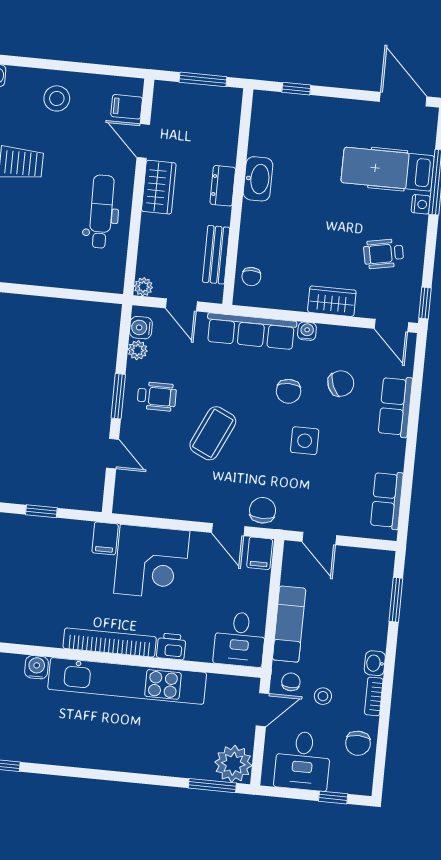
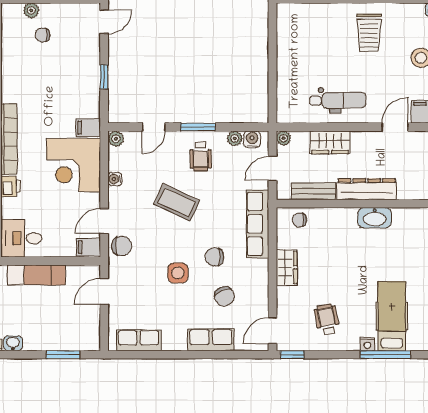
dresser: (223, 186) -> (367, 189), width x1.96, depth x1.24
wardrobe: (159, 187) -> (330, 142), moved
wardrobe: (332, 301) -> (287, 267), moved
water cooler: (307, 331) -> (115, 179), moved, turned 180
plant: (123, 504) -> (116, 139), added

